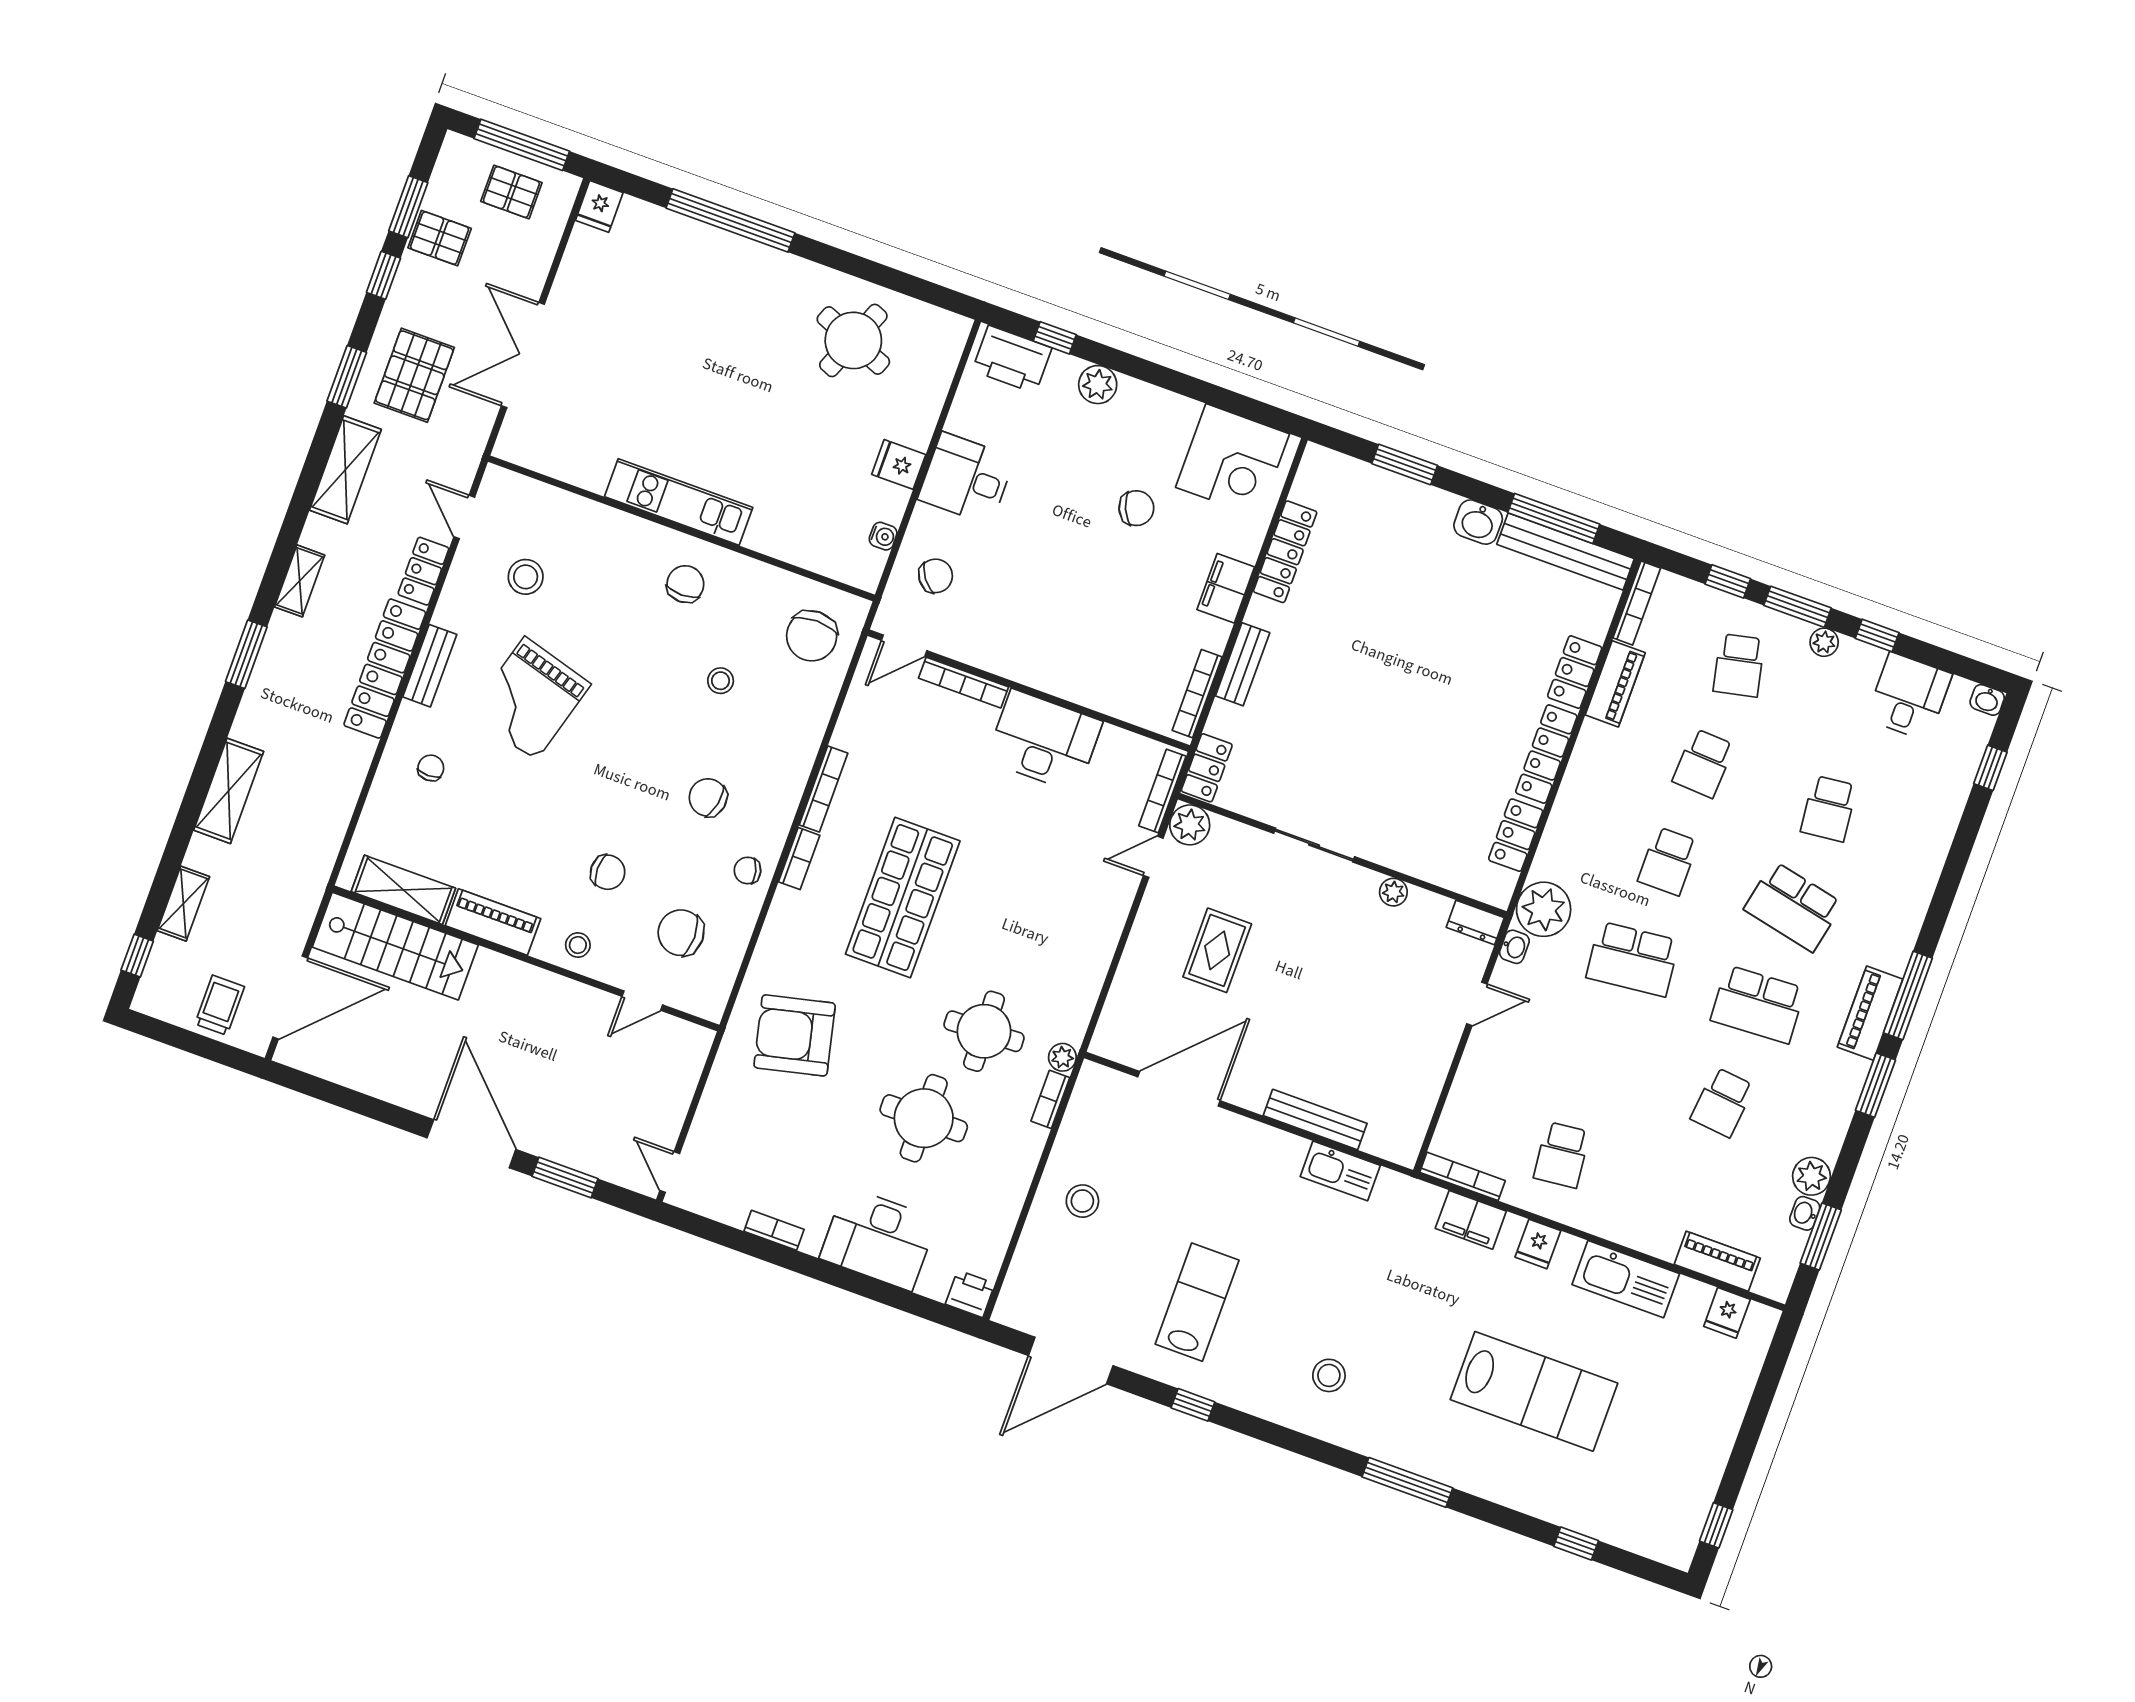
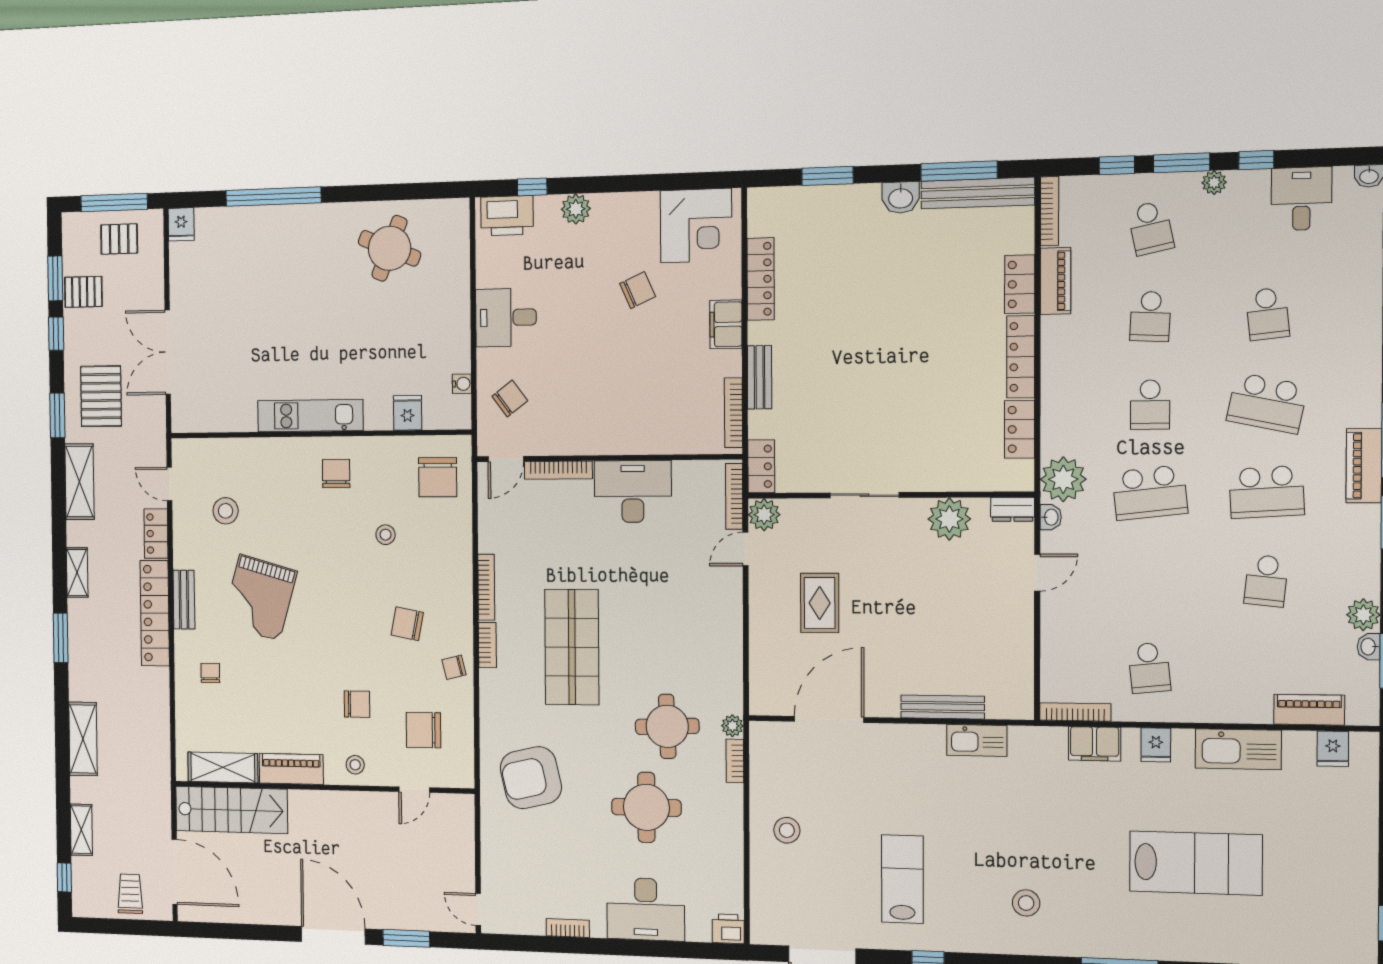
fridge: (899, 464) -> (408, 413), moved, turned 90
plant: (1393, 892) -> (949, 519), width x1.87, depth x1.87
door: (290, 998) -> (175, 872), hinge flipped

